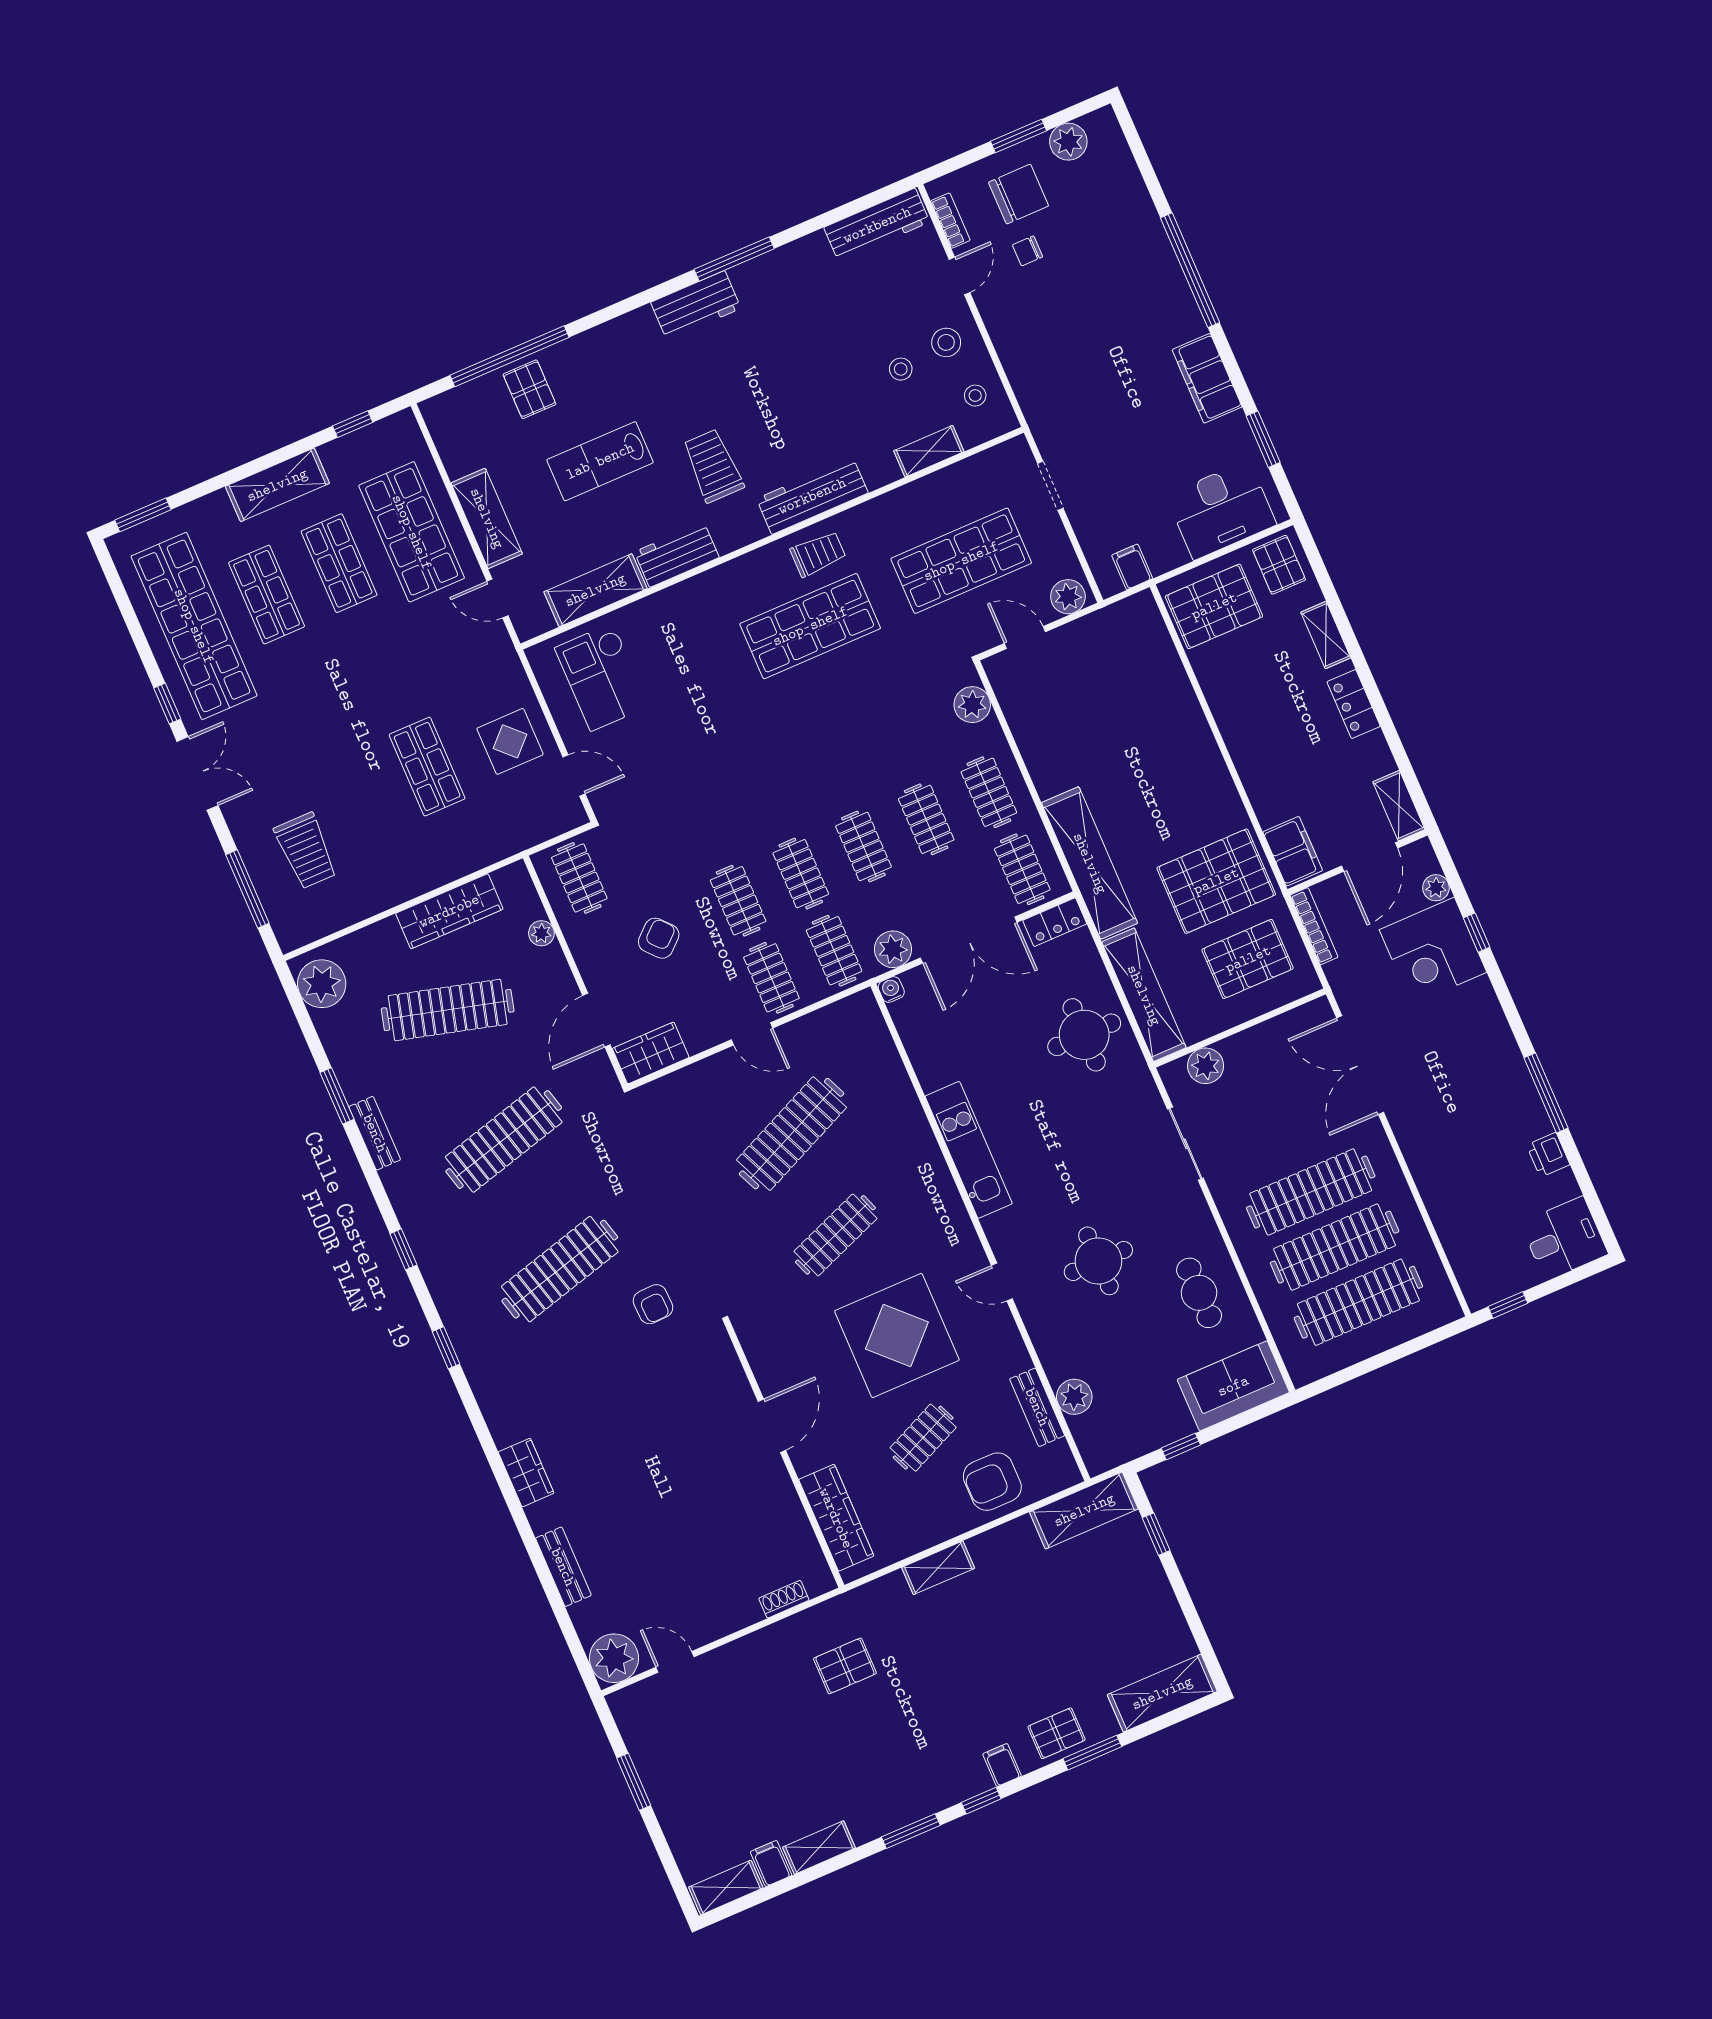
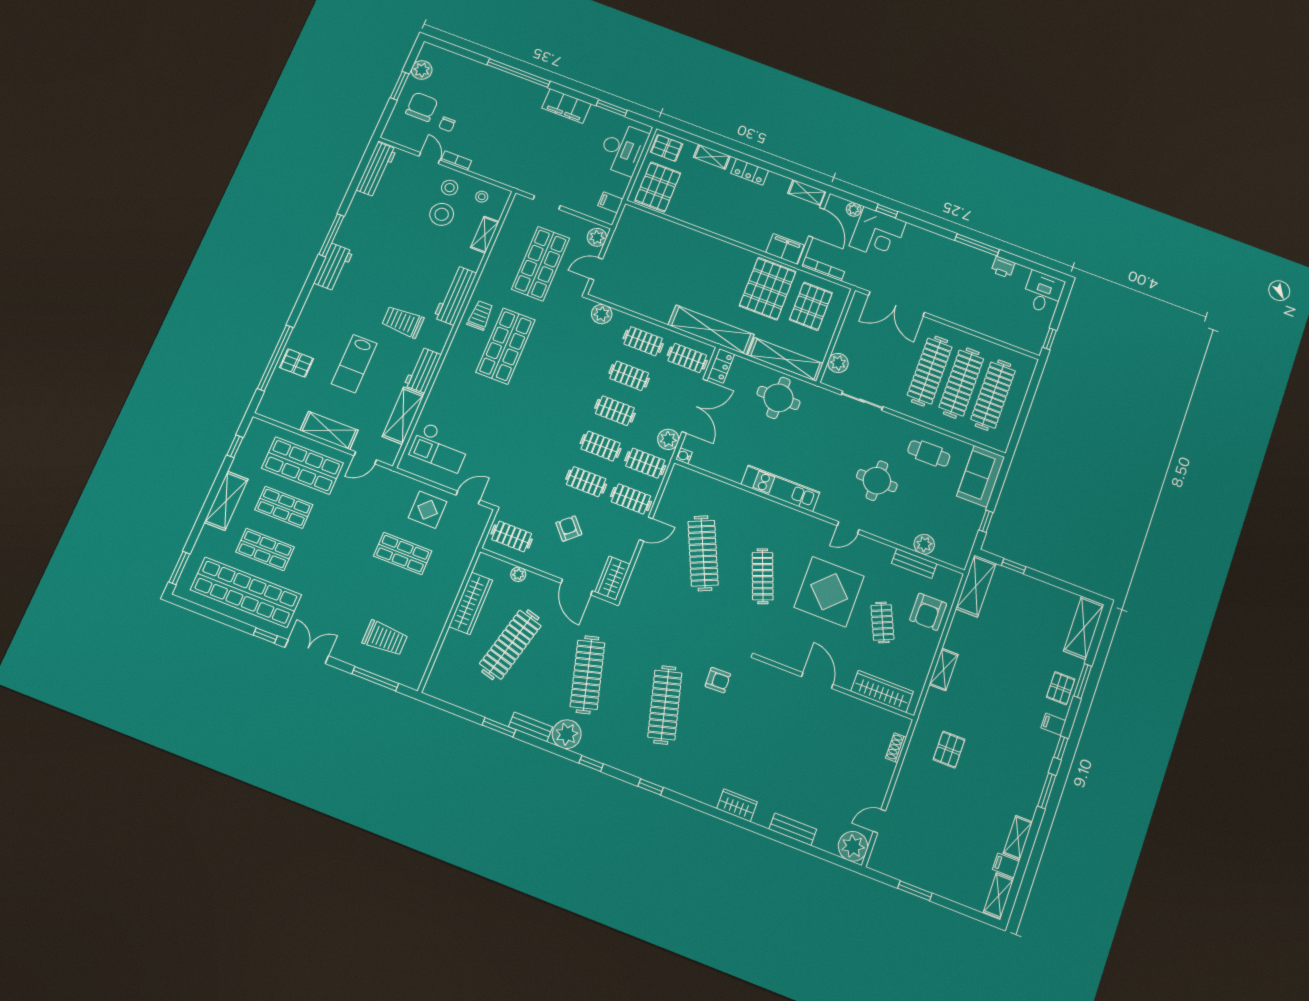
bookcase: (950, 221) -> (456, 161), moved
stool: (901, 369) -> (442, 214), width x1.89, depth x1.89
plant: (322, 984) -> (567, 734), moved

